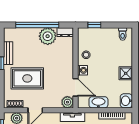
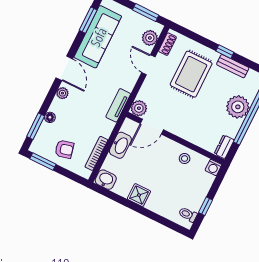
window: (94, 25) -> (205, 206), moved
plant: (48, 36) -> (238, 107), moved
washing machine: (83, 70) -> (213, 167), moved

